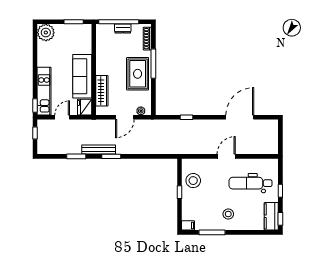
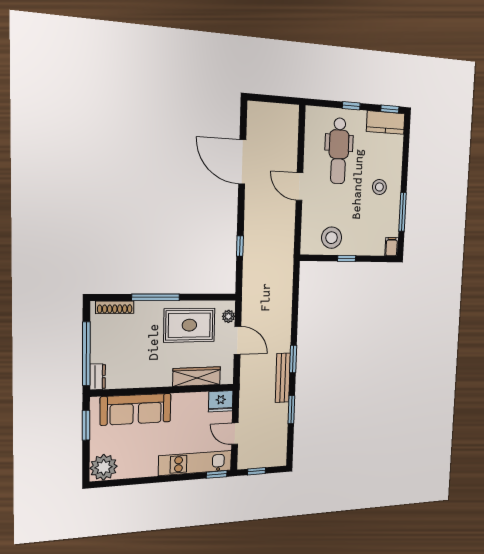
dresser: (123, 29) -> (98, 377), moved
rug: (138, 74) -> (189, 325), moved
sofa: (82, 76) -> (136, 409), moved

